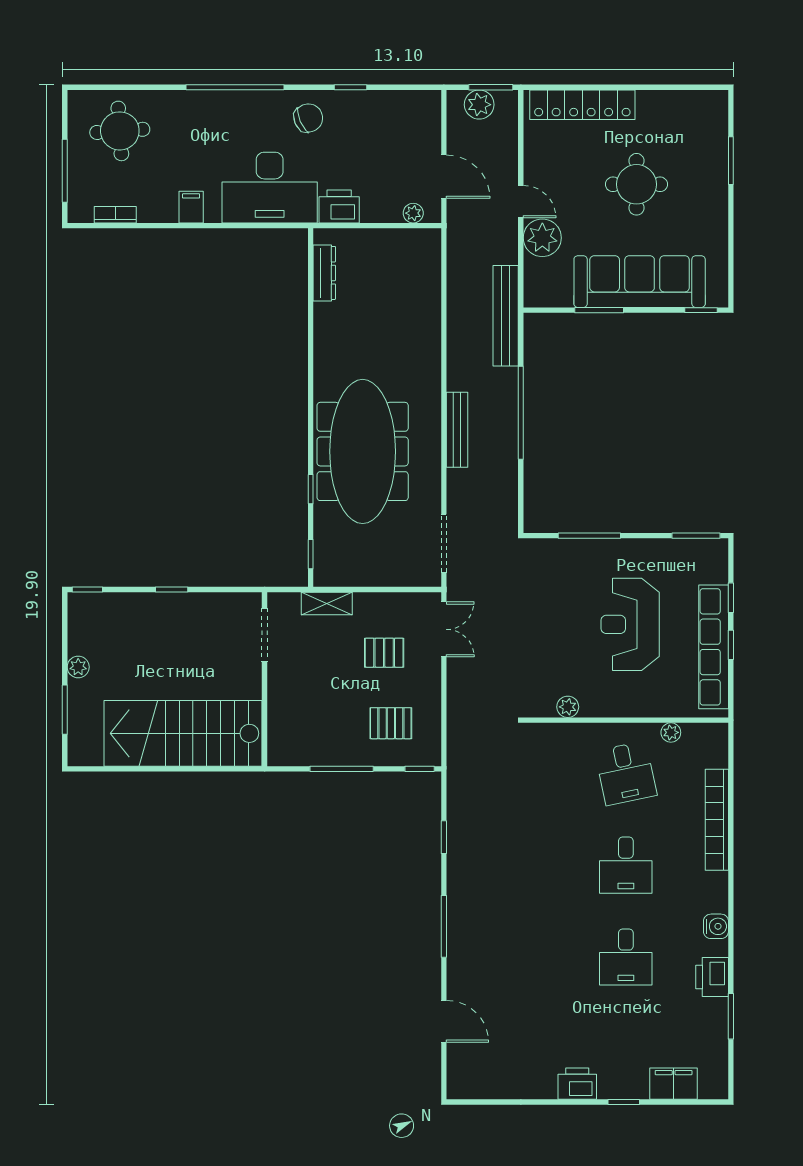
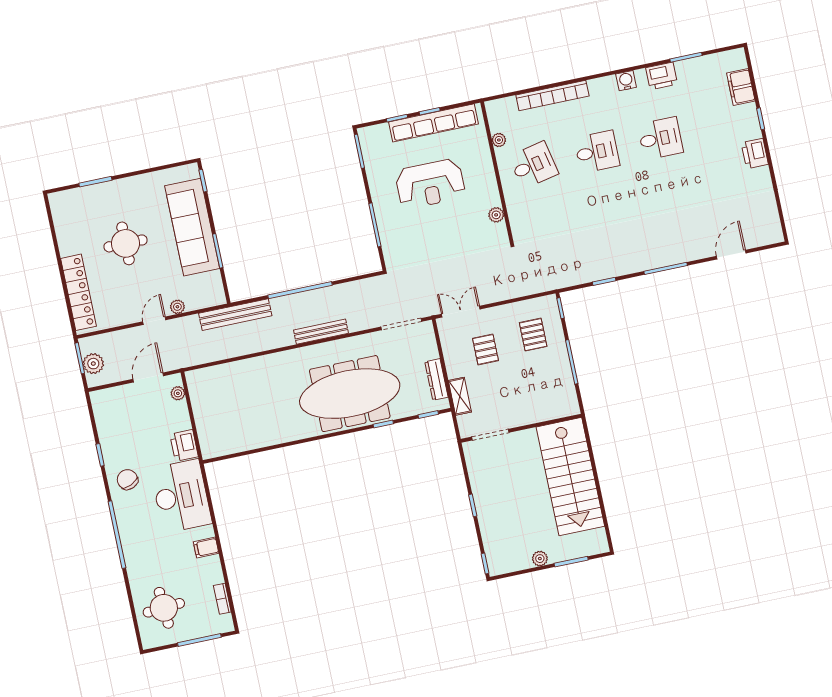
plant: (542, 238) -> (177, 307), width x0.53, depth x0.53
dresser: (324, 273) -> (436, 380), moved, turned -90

